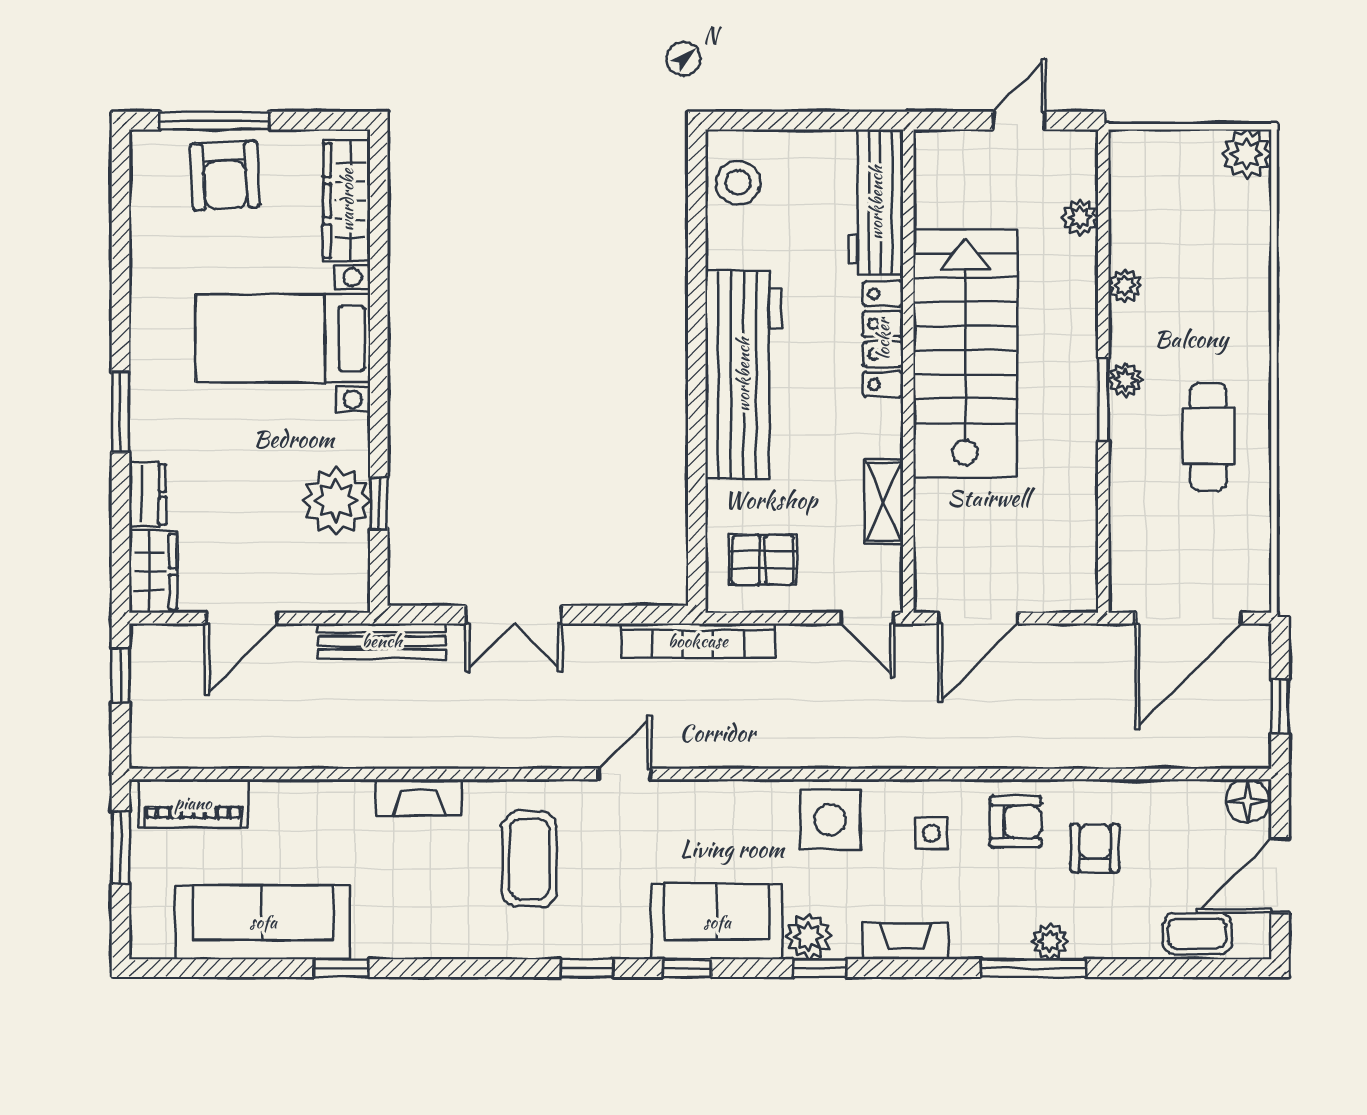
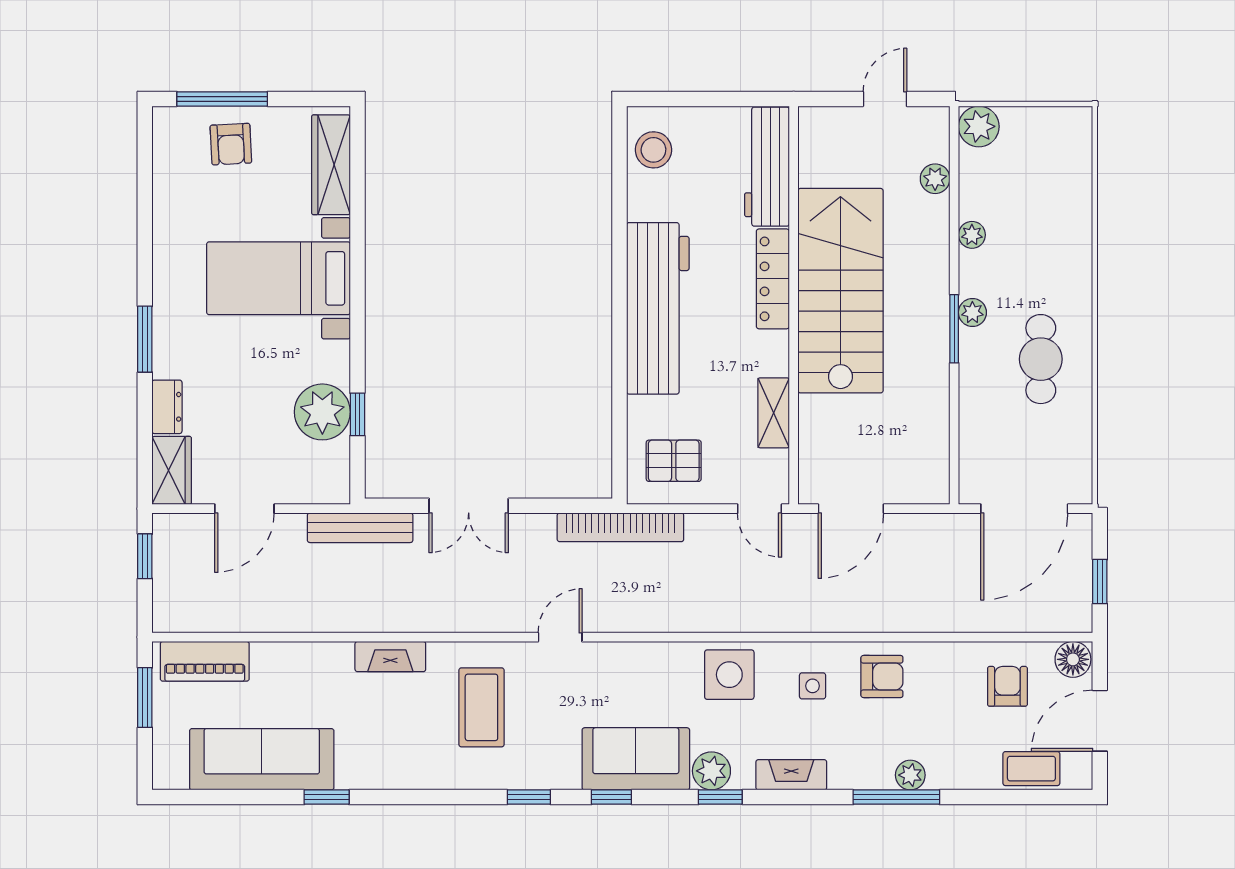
plant: (1246, 154) -> (979, 126), moved
armchair: (225, 175) -> (231, 144), width x0.72, depth x0.72
armchair: (1095, 848) -> (1007, 686), moved

